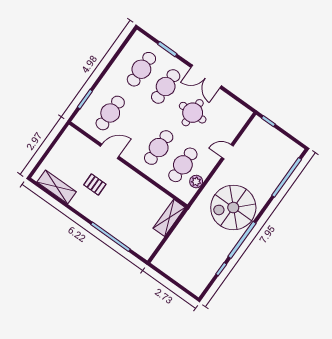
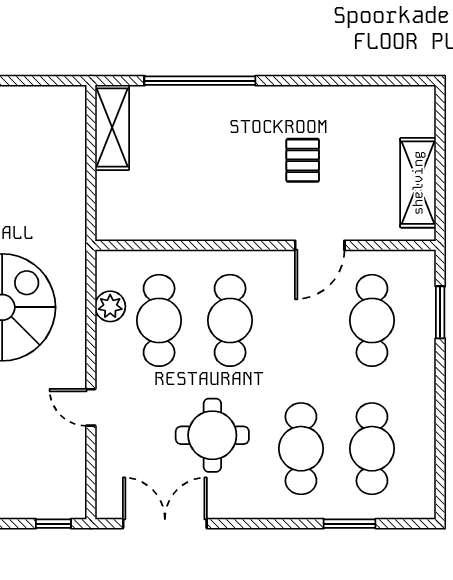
double door: (206, 77) -> (165, 524), moved
door: (227, 152) -> (91, 407), swing flipped
pallet: (95, 185) -> (303, 160), turned 90
shelving: (57, 187) -> (418, 183), moved, turned 90
shelving: (169, 218) -> (112, 128), moved

